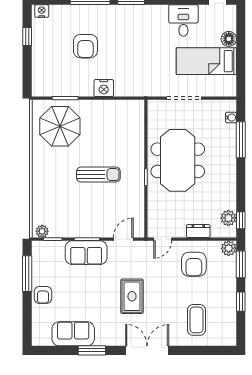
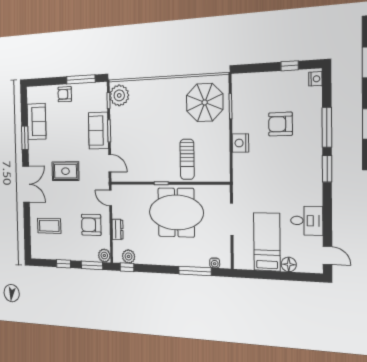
sun lounger: (98, 175) -> (187, 159), moved
plant: (42, 231) -> (119, 95), width x1.88, depth x1.88

